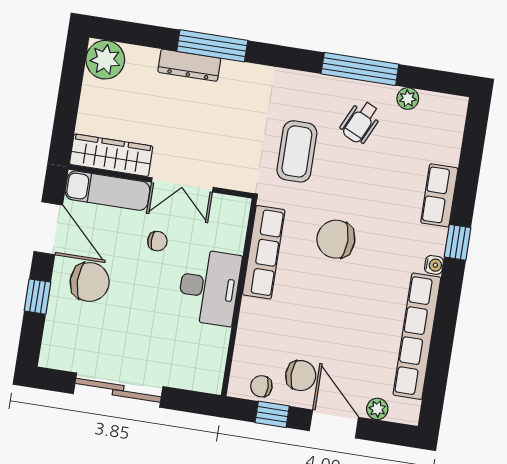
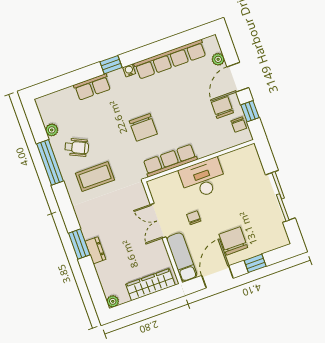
window: (212, 46) -> (79, 244), width x0.69
plant: (105, 60) -> (113, 301), width x0.53, depth x0.53
dresser: (189, 65) -> (95, 250), width x0.70
coffee table: (297, 151) -> (95, 177), moved
wardrobe: (111, 155) -> (150, 285), moved, turned 90
double door: (182, 185) -> (158, 221), swing flipped

